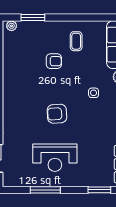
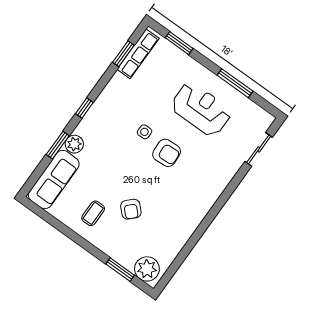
plant: (12, 26) -> (147, 269), width x1.88, depth x1.88
armchair: (54, 61) -> (131, 209), turned -135
side table: (94, 93) -> (144, 132), moved

